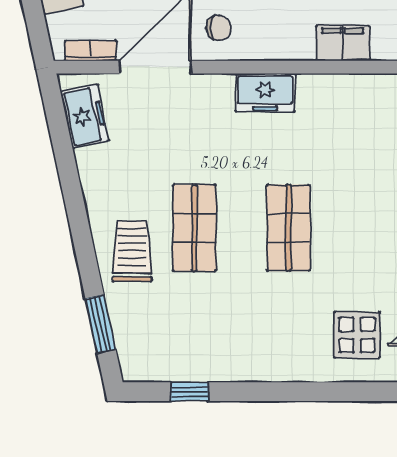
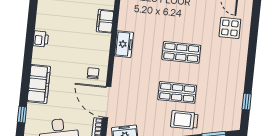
freezer: (265, 93) -> (124, 44), moved

